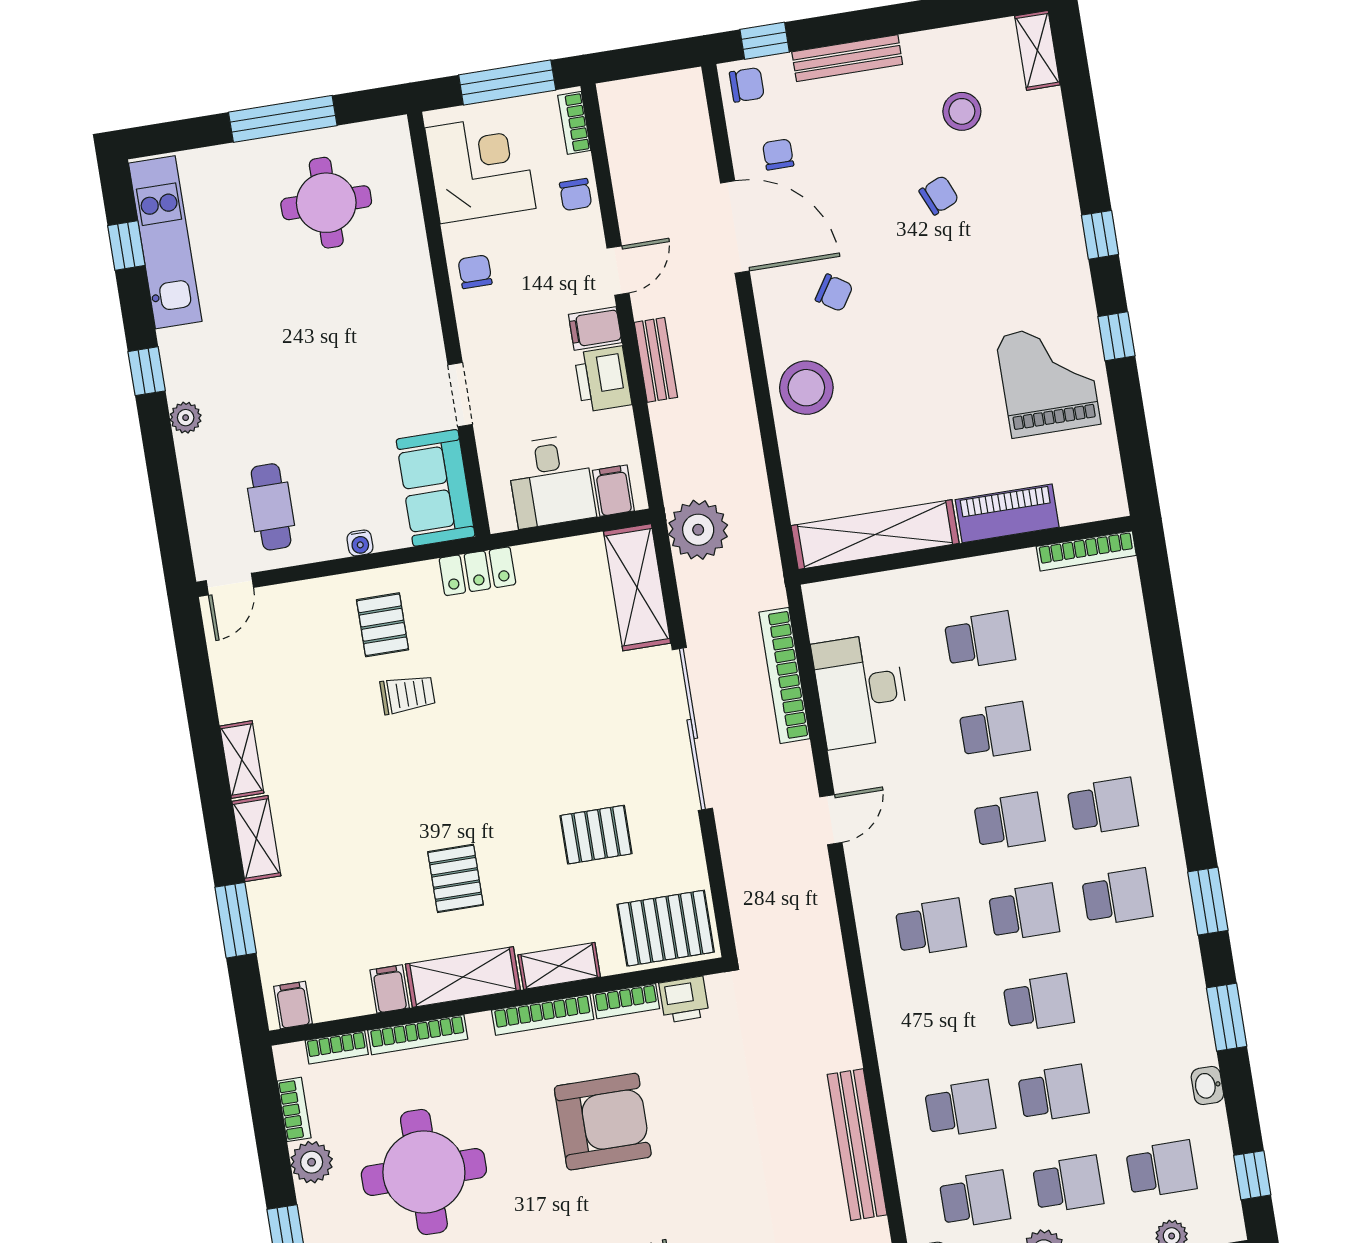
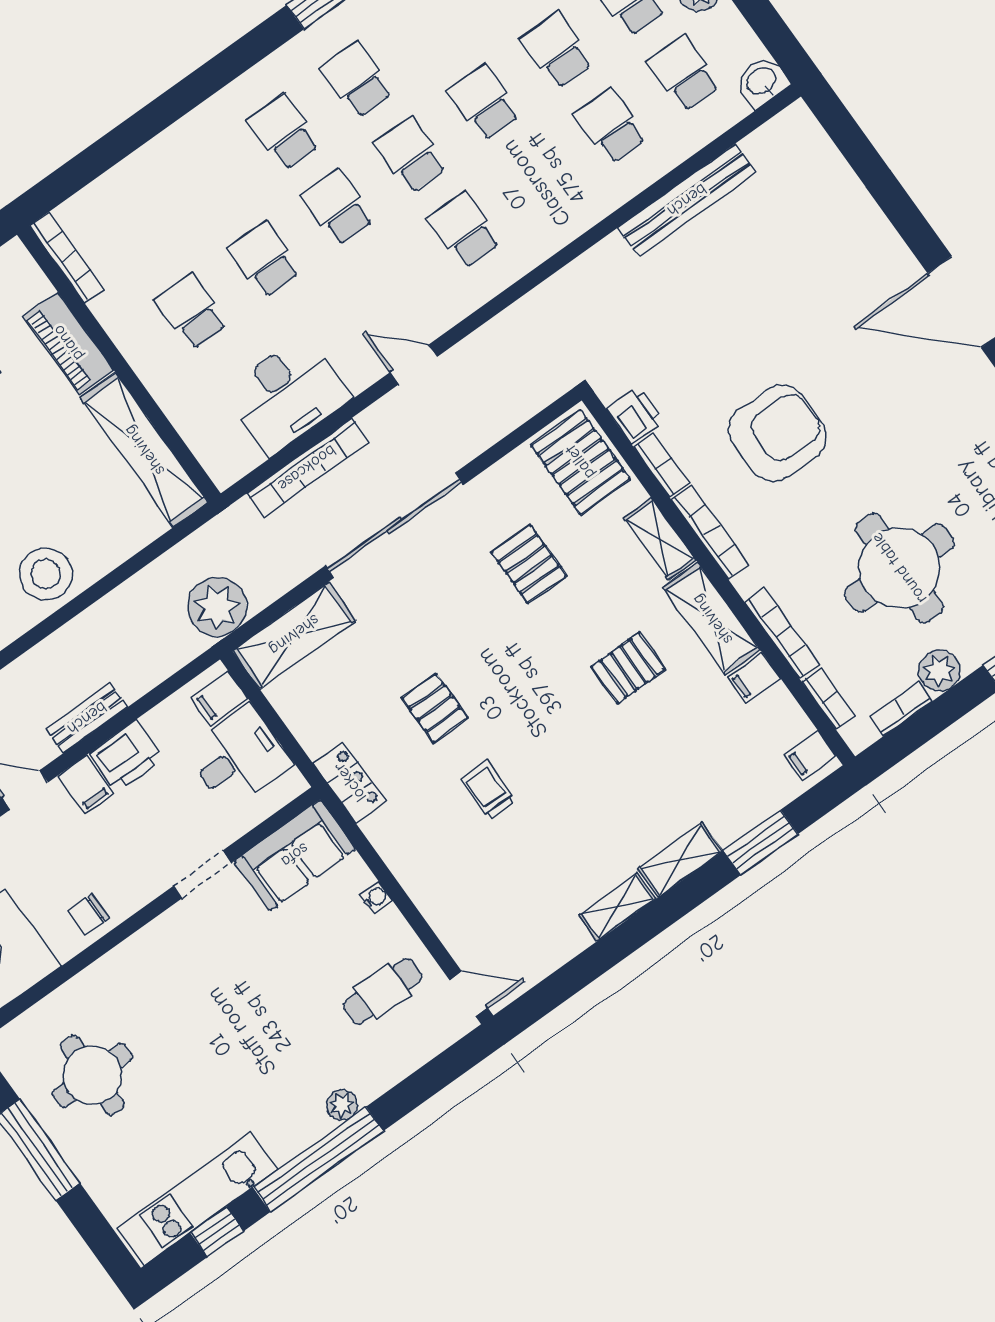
window: (147, 371) -> (318, 1159), width x3.17
pallet: (383, 625) -> (435, 708), moved, turned 90
armchair: (603, 1122) -> (777, 433), turned 90

